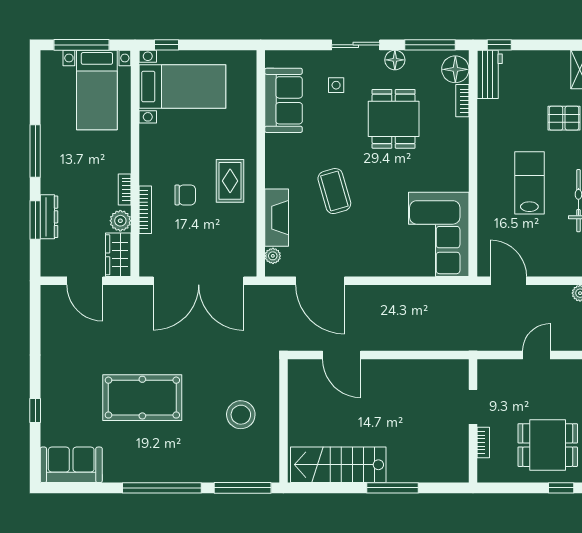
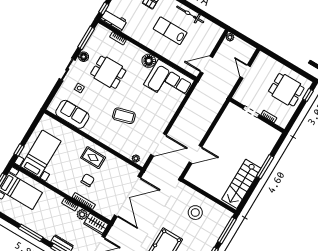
floor lamp: (455, 69) -> (149, 61), moved
fireplace: (277, 218) -> (121, 147), removed
dining table: (548, 445) -> (286, 90), turned 90

